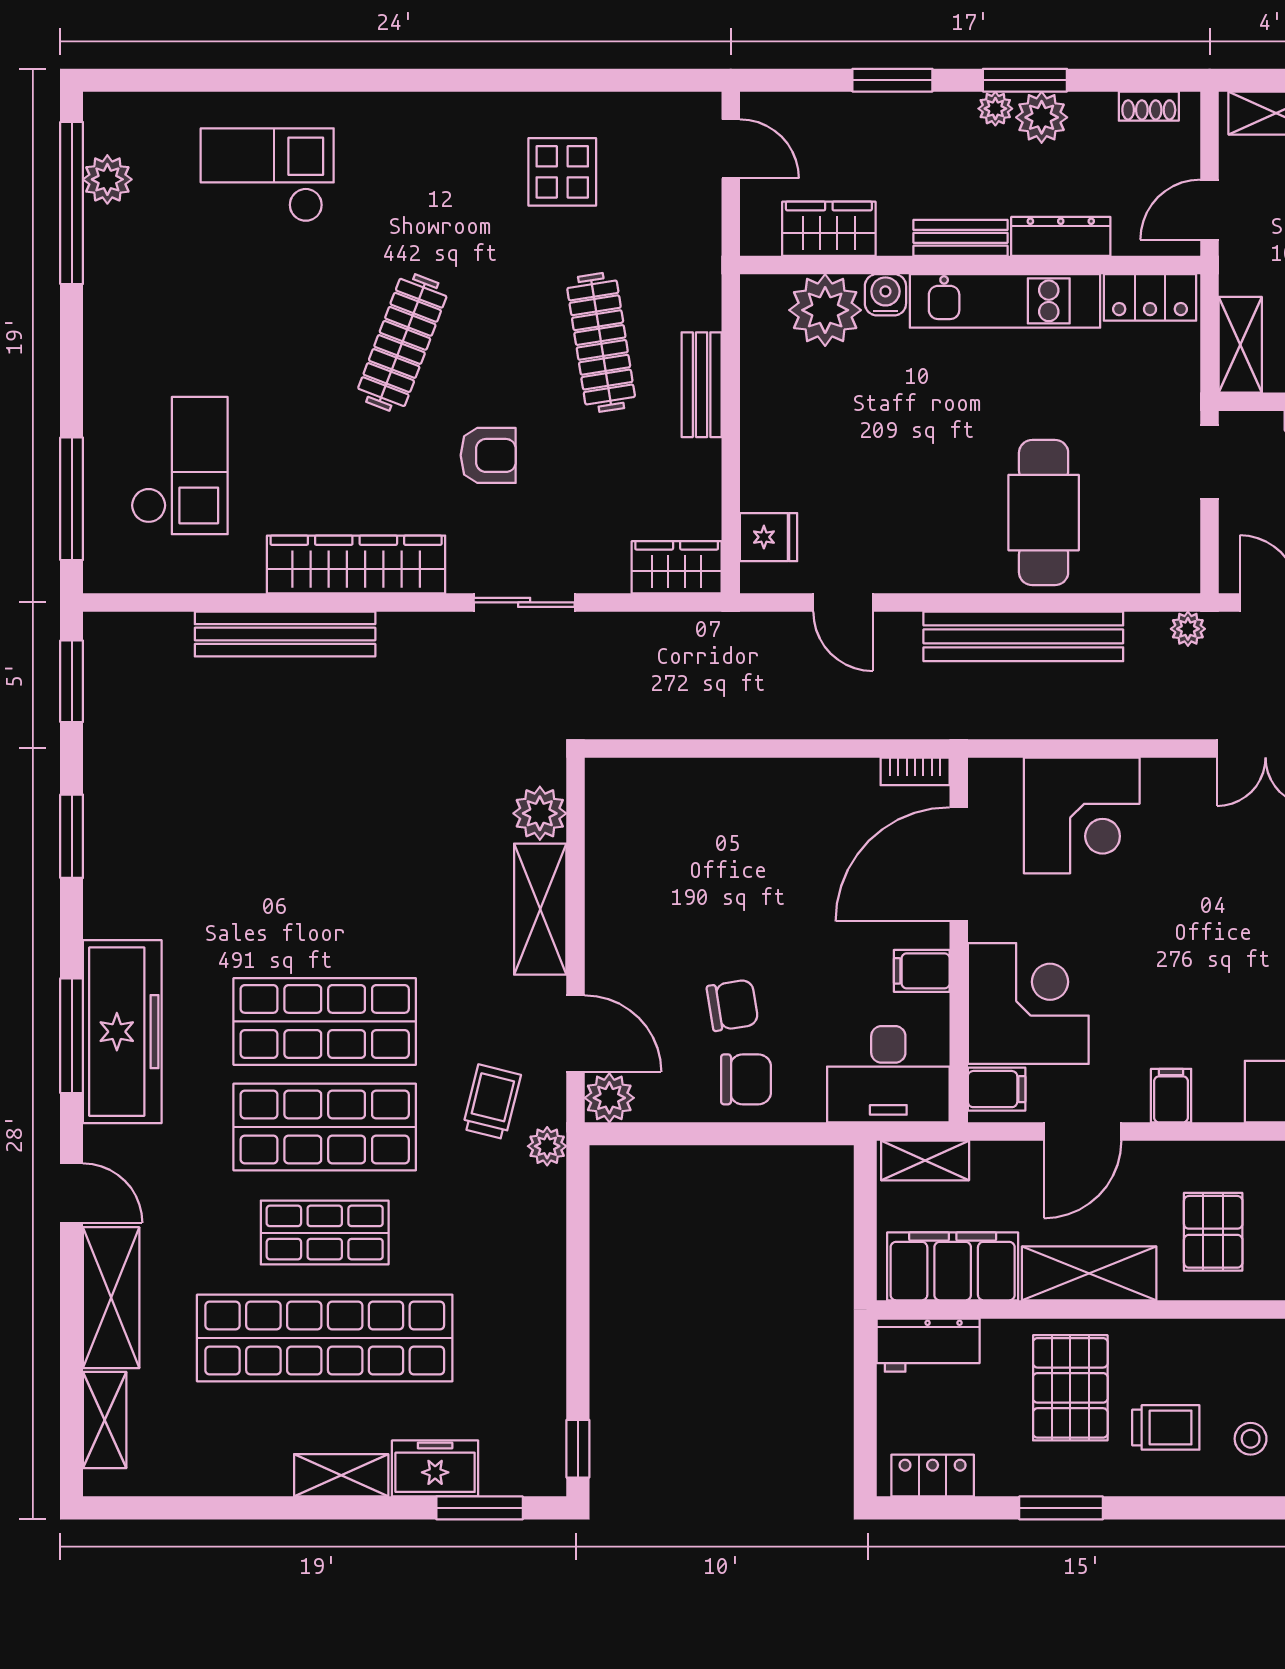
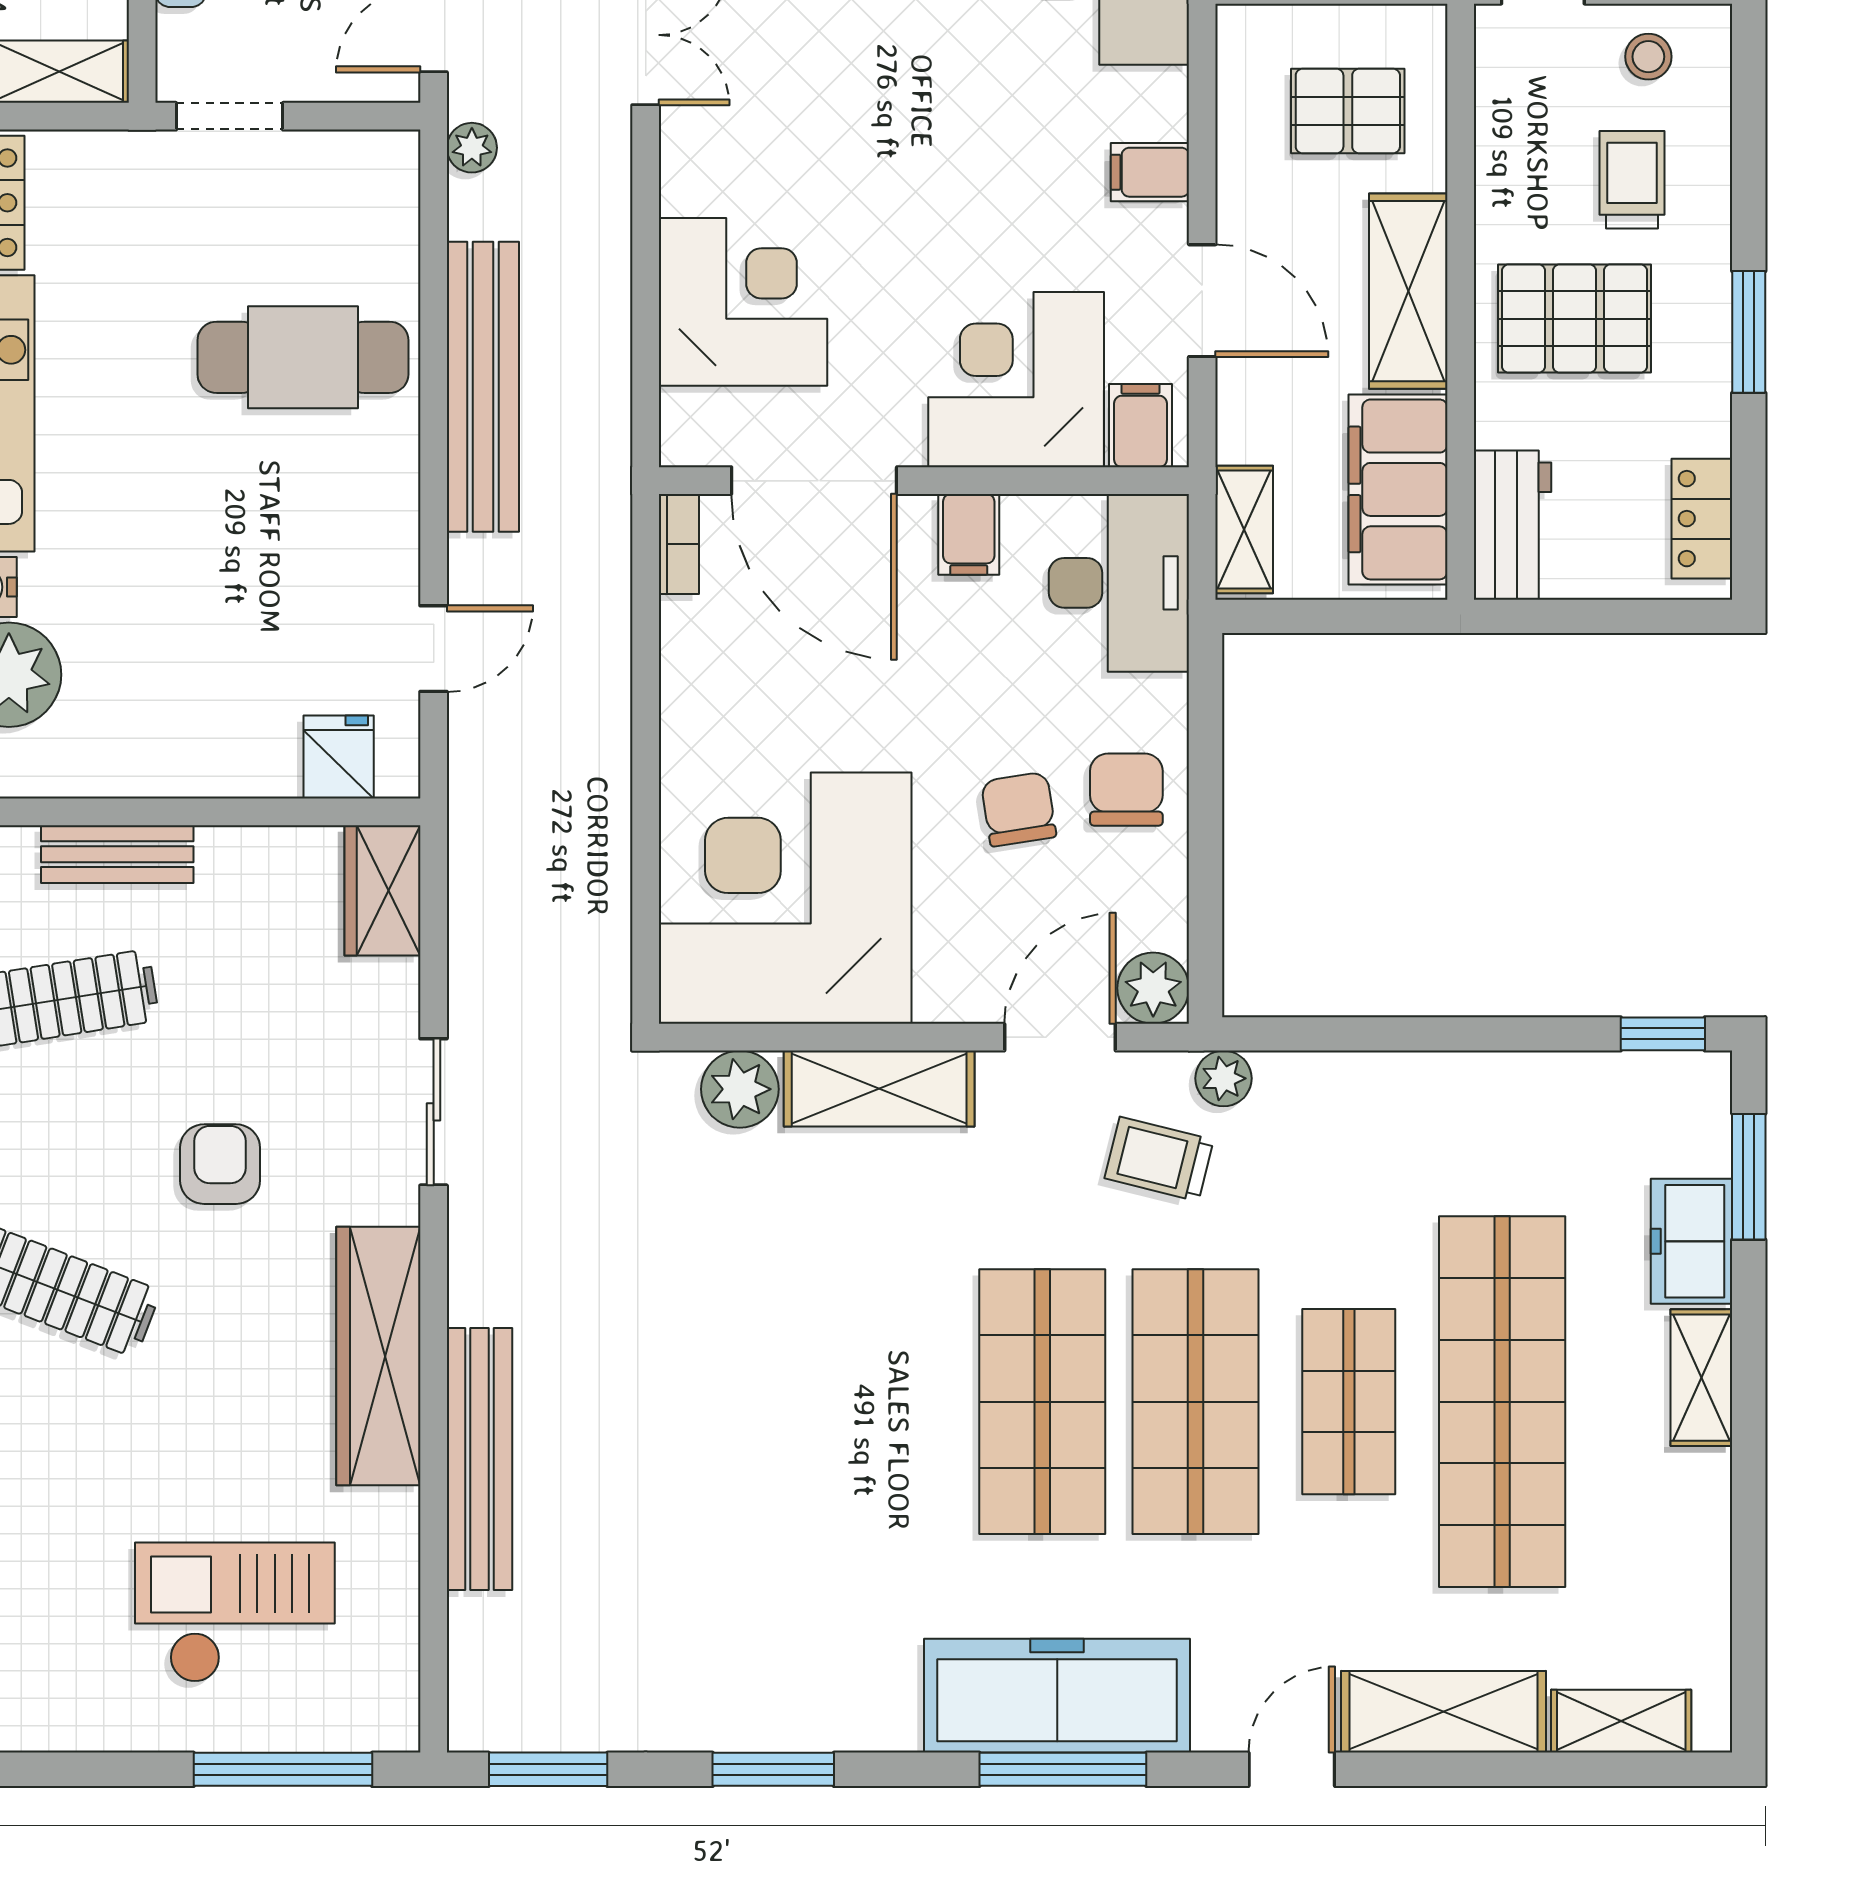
corner desk: (671, 845) -> (786, 898), added

